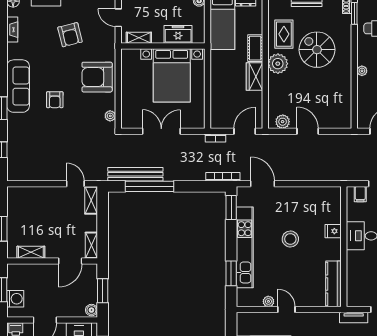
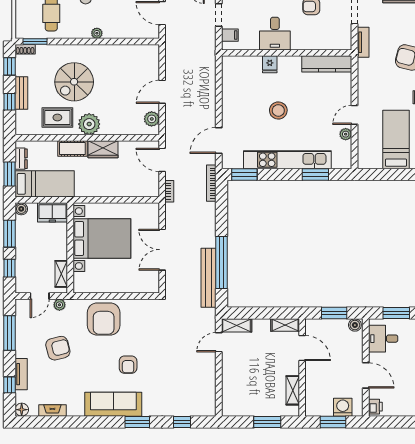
freezer: (178, 34) -> (52, 212), moved, turned -90
armchair: (55, 100) -> (128, 365), turned 90
plant: (110, 116) -> (59, 305), moved

